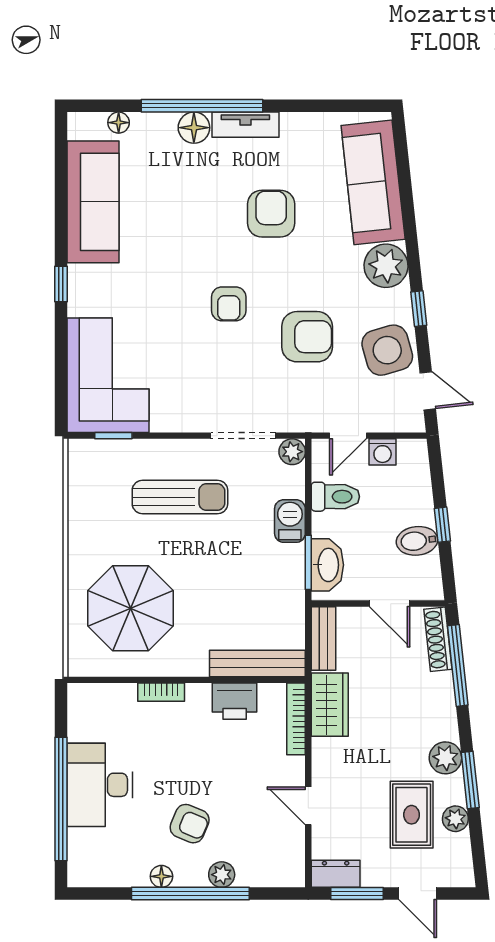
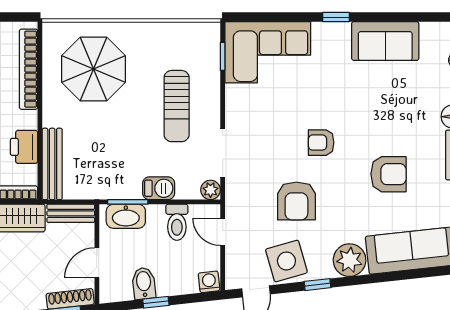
sofa: (93, 202) -> (385, 41), width x0.73
washing machine: (383, 452) -> (209, 282), moved, turned 84
bookcase: (161, 692) -> (28, 69), width x2.31, depth x1.31

